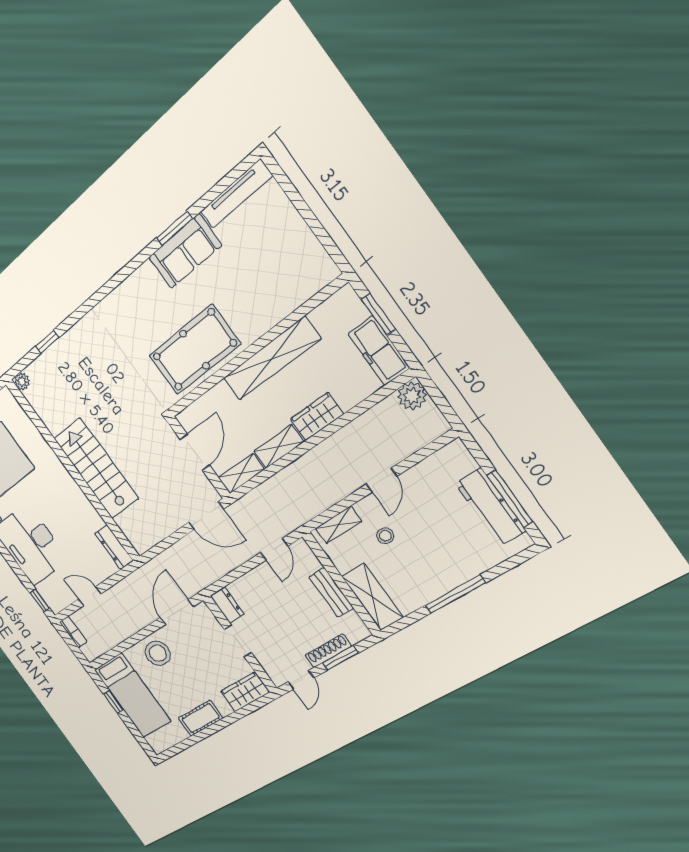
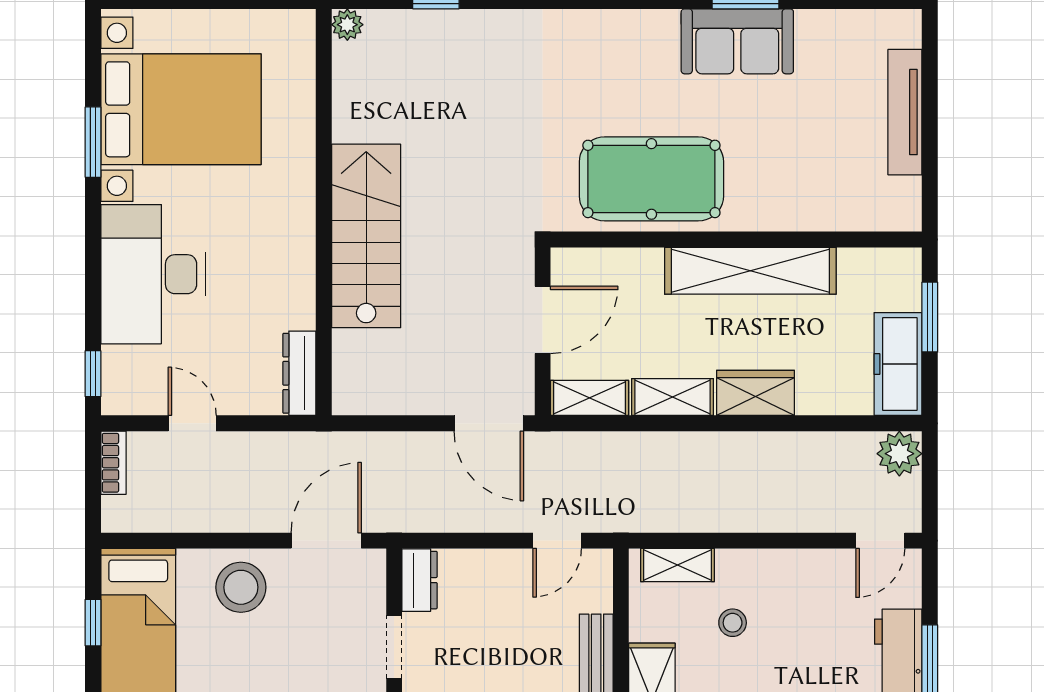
tv unit: (236, 194) -> (905, 112), moved, turned 90
door: (382, 480) -> (880, 541), moved

